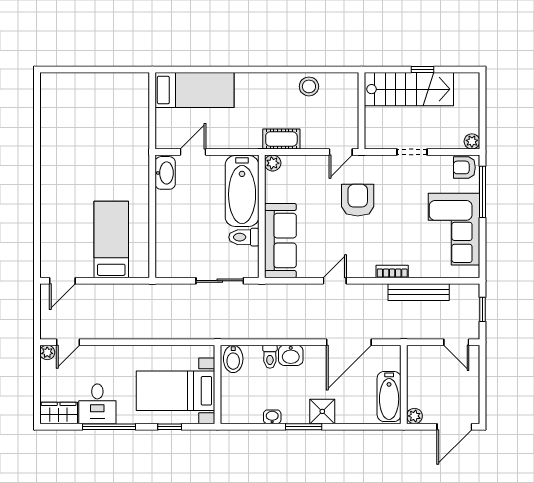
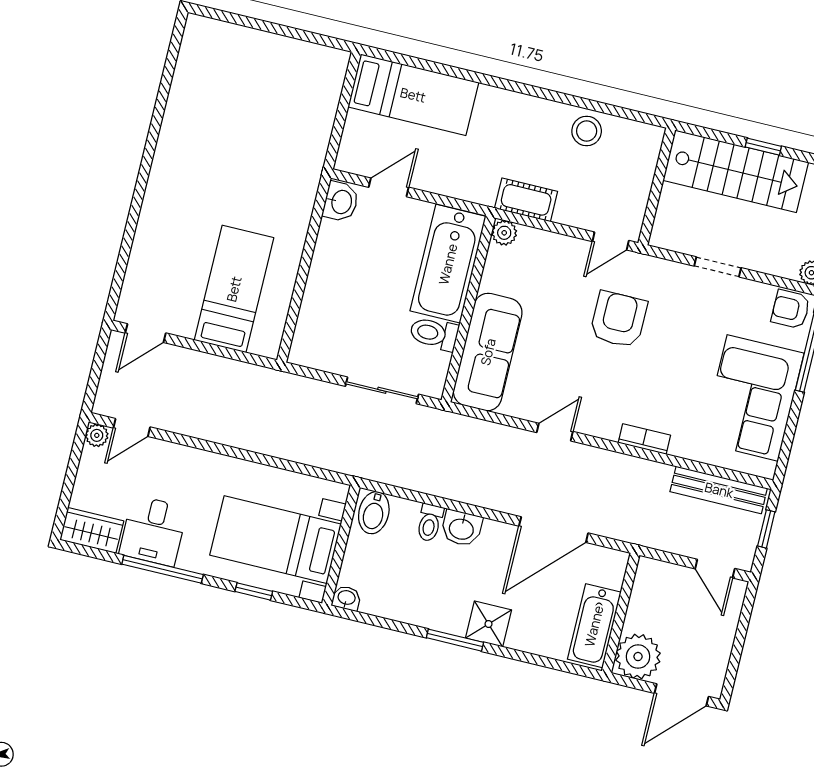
washbasin: (165, 173) -> (341, 202), width x0.72
bench: (419, 292) -> (719, 490), moved
plant: (414, 416) -> (638, 657), width x1.88, depth x1.88
washbasin: (272, 417) -> (346, 598), moved

